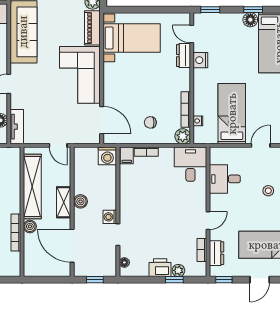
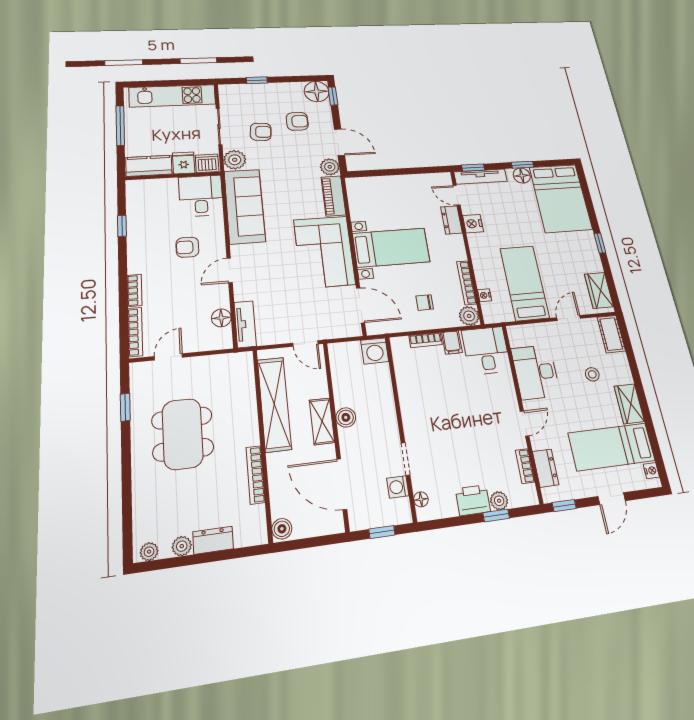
tv unit: (215, 18) -> (481, 177), added
bed with nightstands: (132, 38) -> (391, 248), moved
filing cabinet: (127, 155) -> (452, 342), moved
desk: (225, 179) -> (536, 372), width x1.37
washing machine: (110, 217) -> (398, 487), moved
boiler: (30, 226) -> (282, 529), moved

